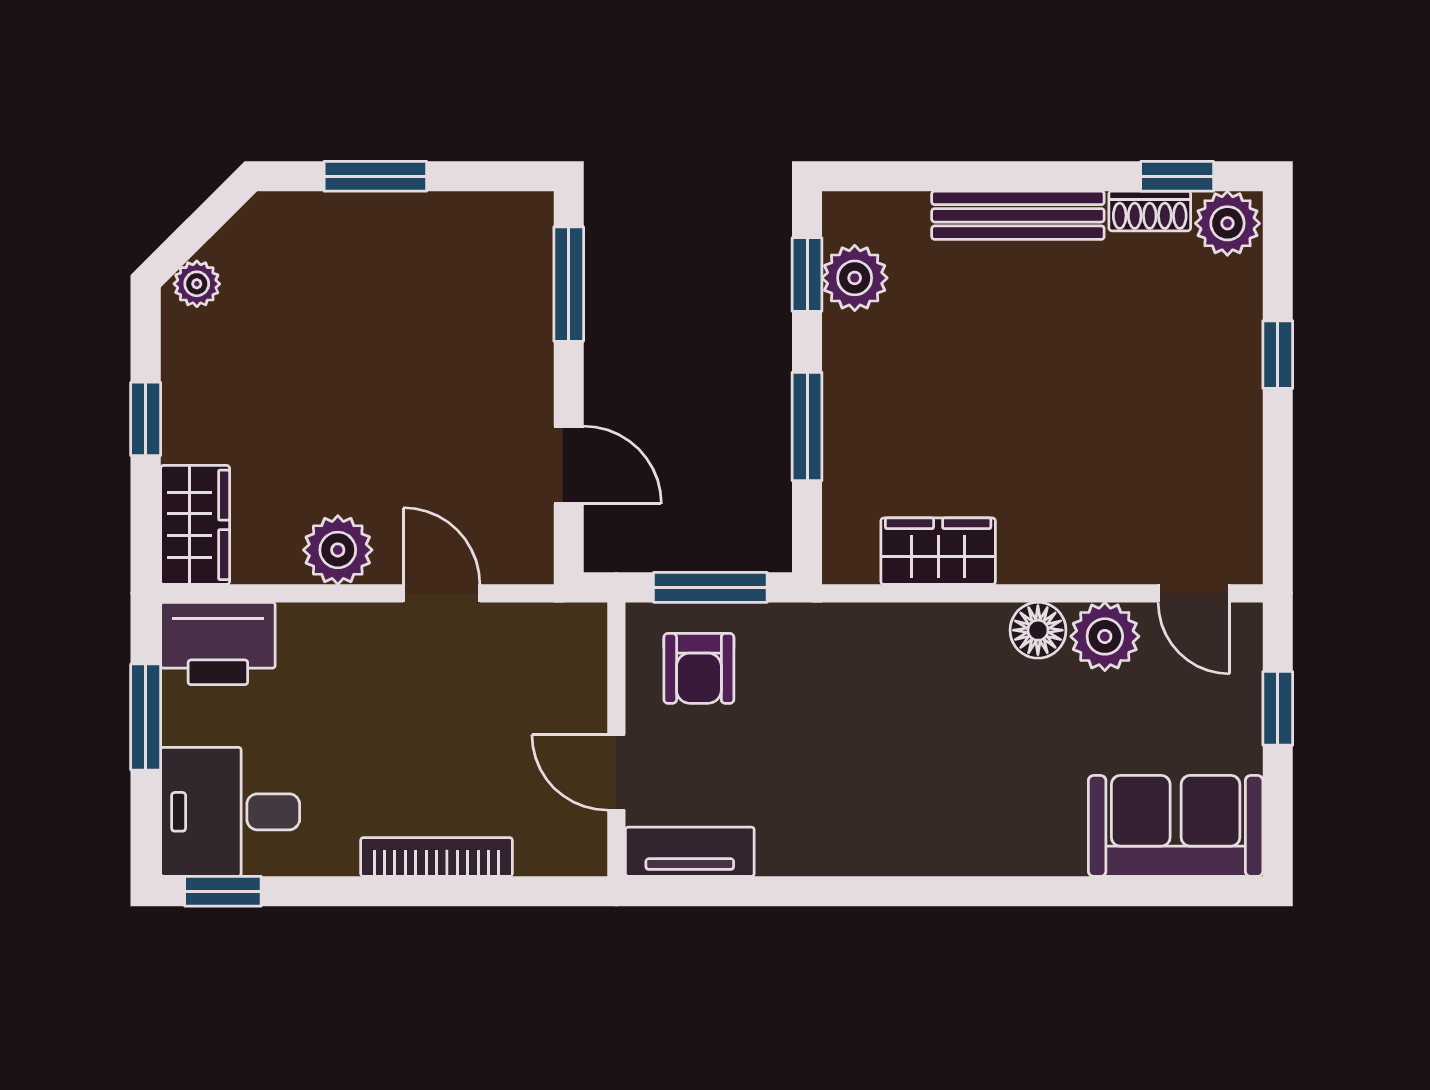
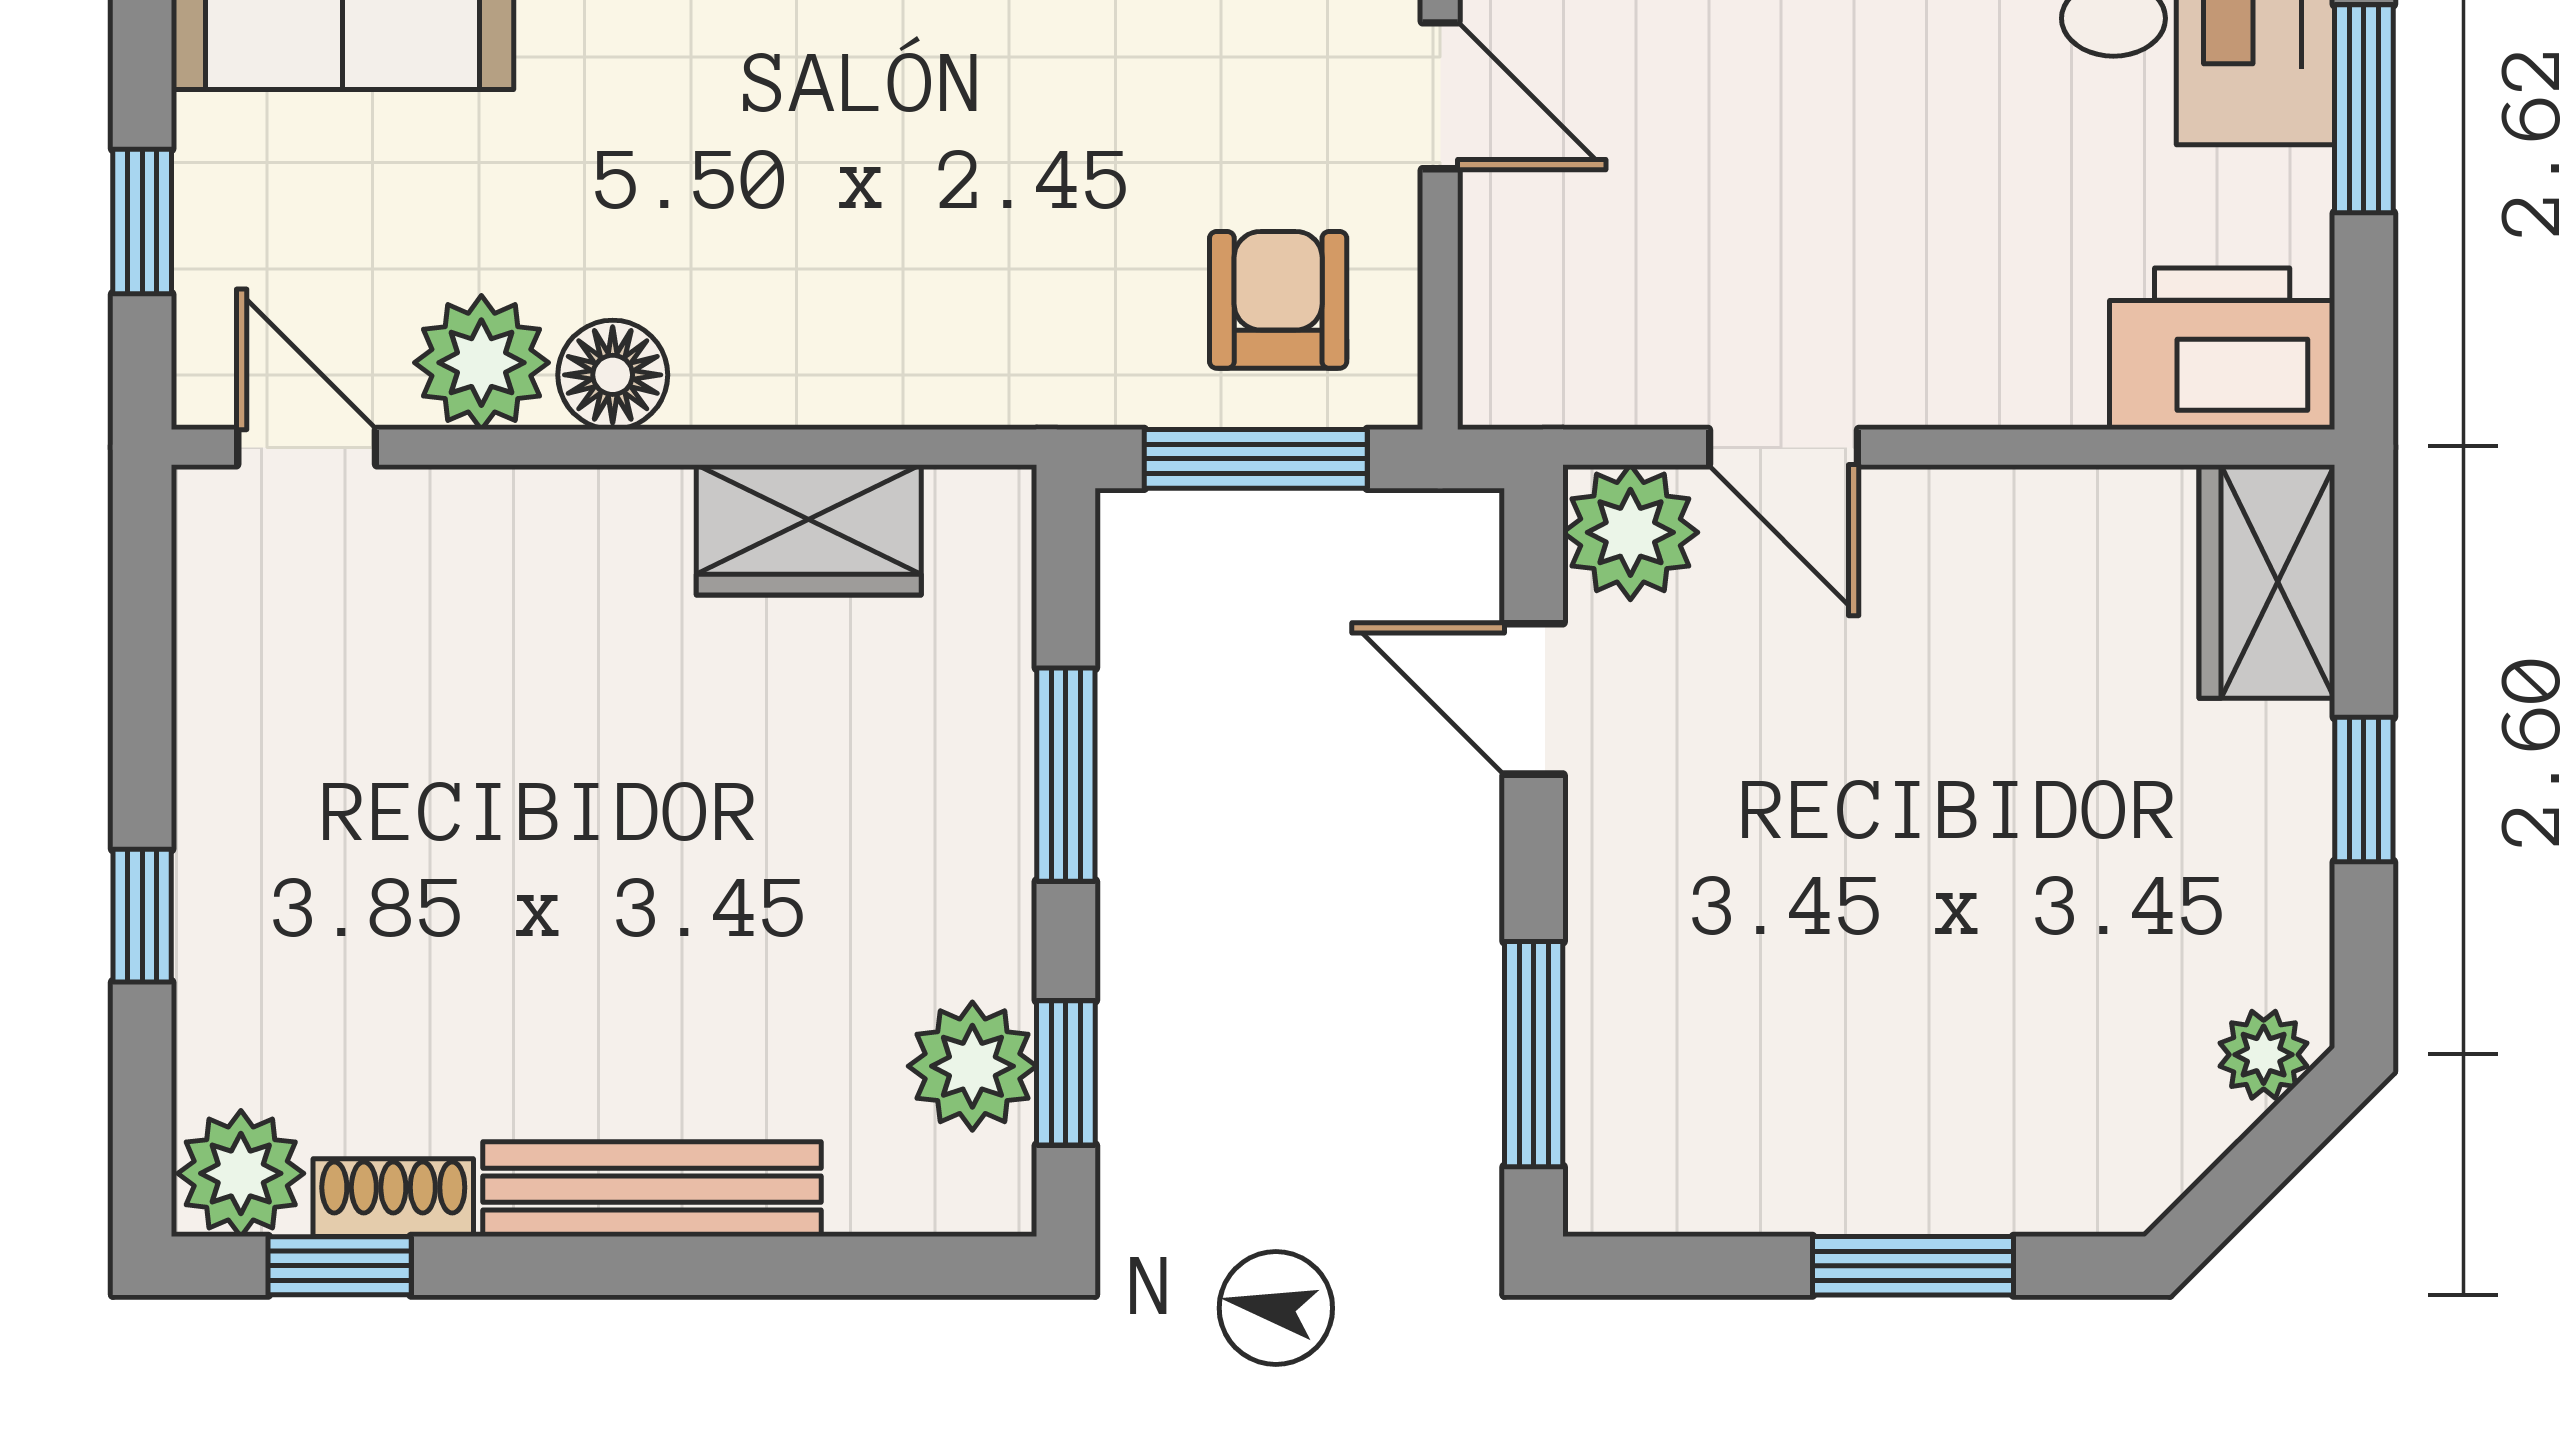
plant: (338, 550) -> (1630, 532), moved
window: (146, 717) -> (2364, 109), moved

